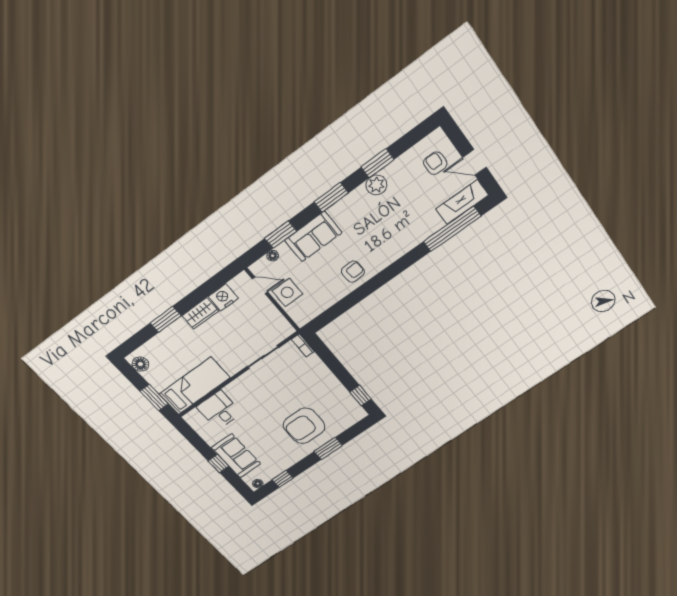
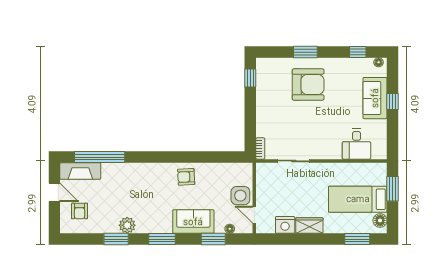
window: (166, 319) -> (357, 239), moved
bed: (195, 386) -> (358, 199), moved

